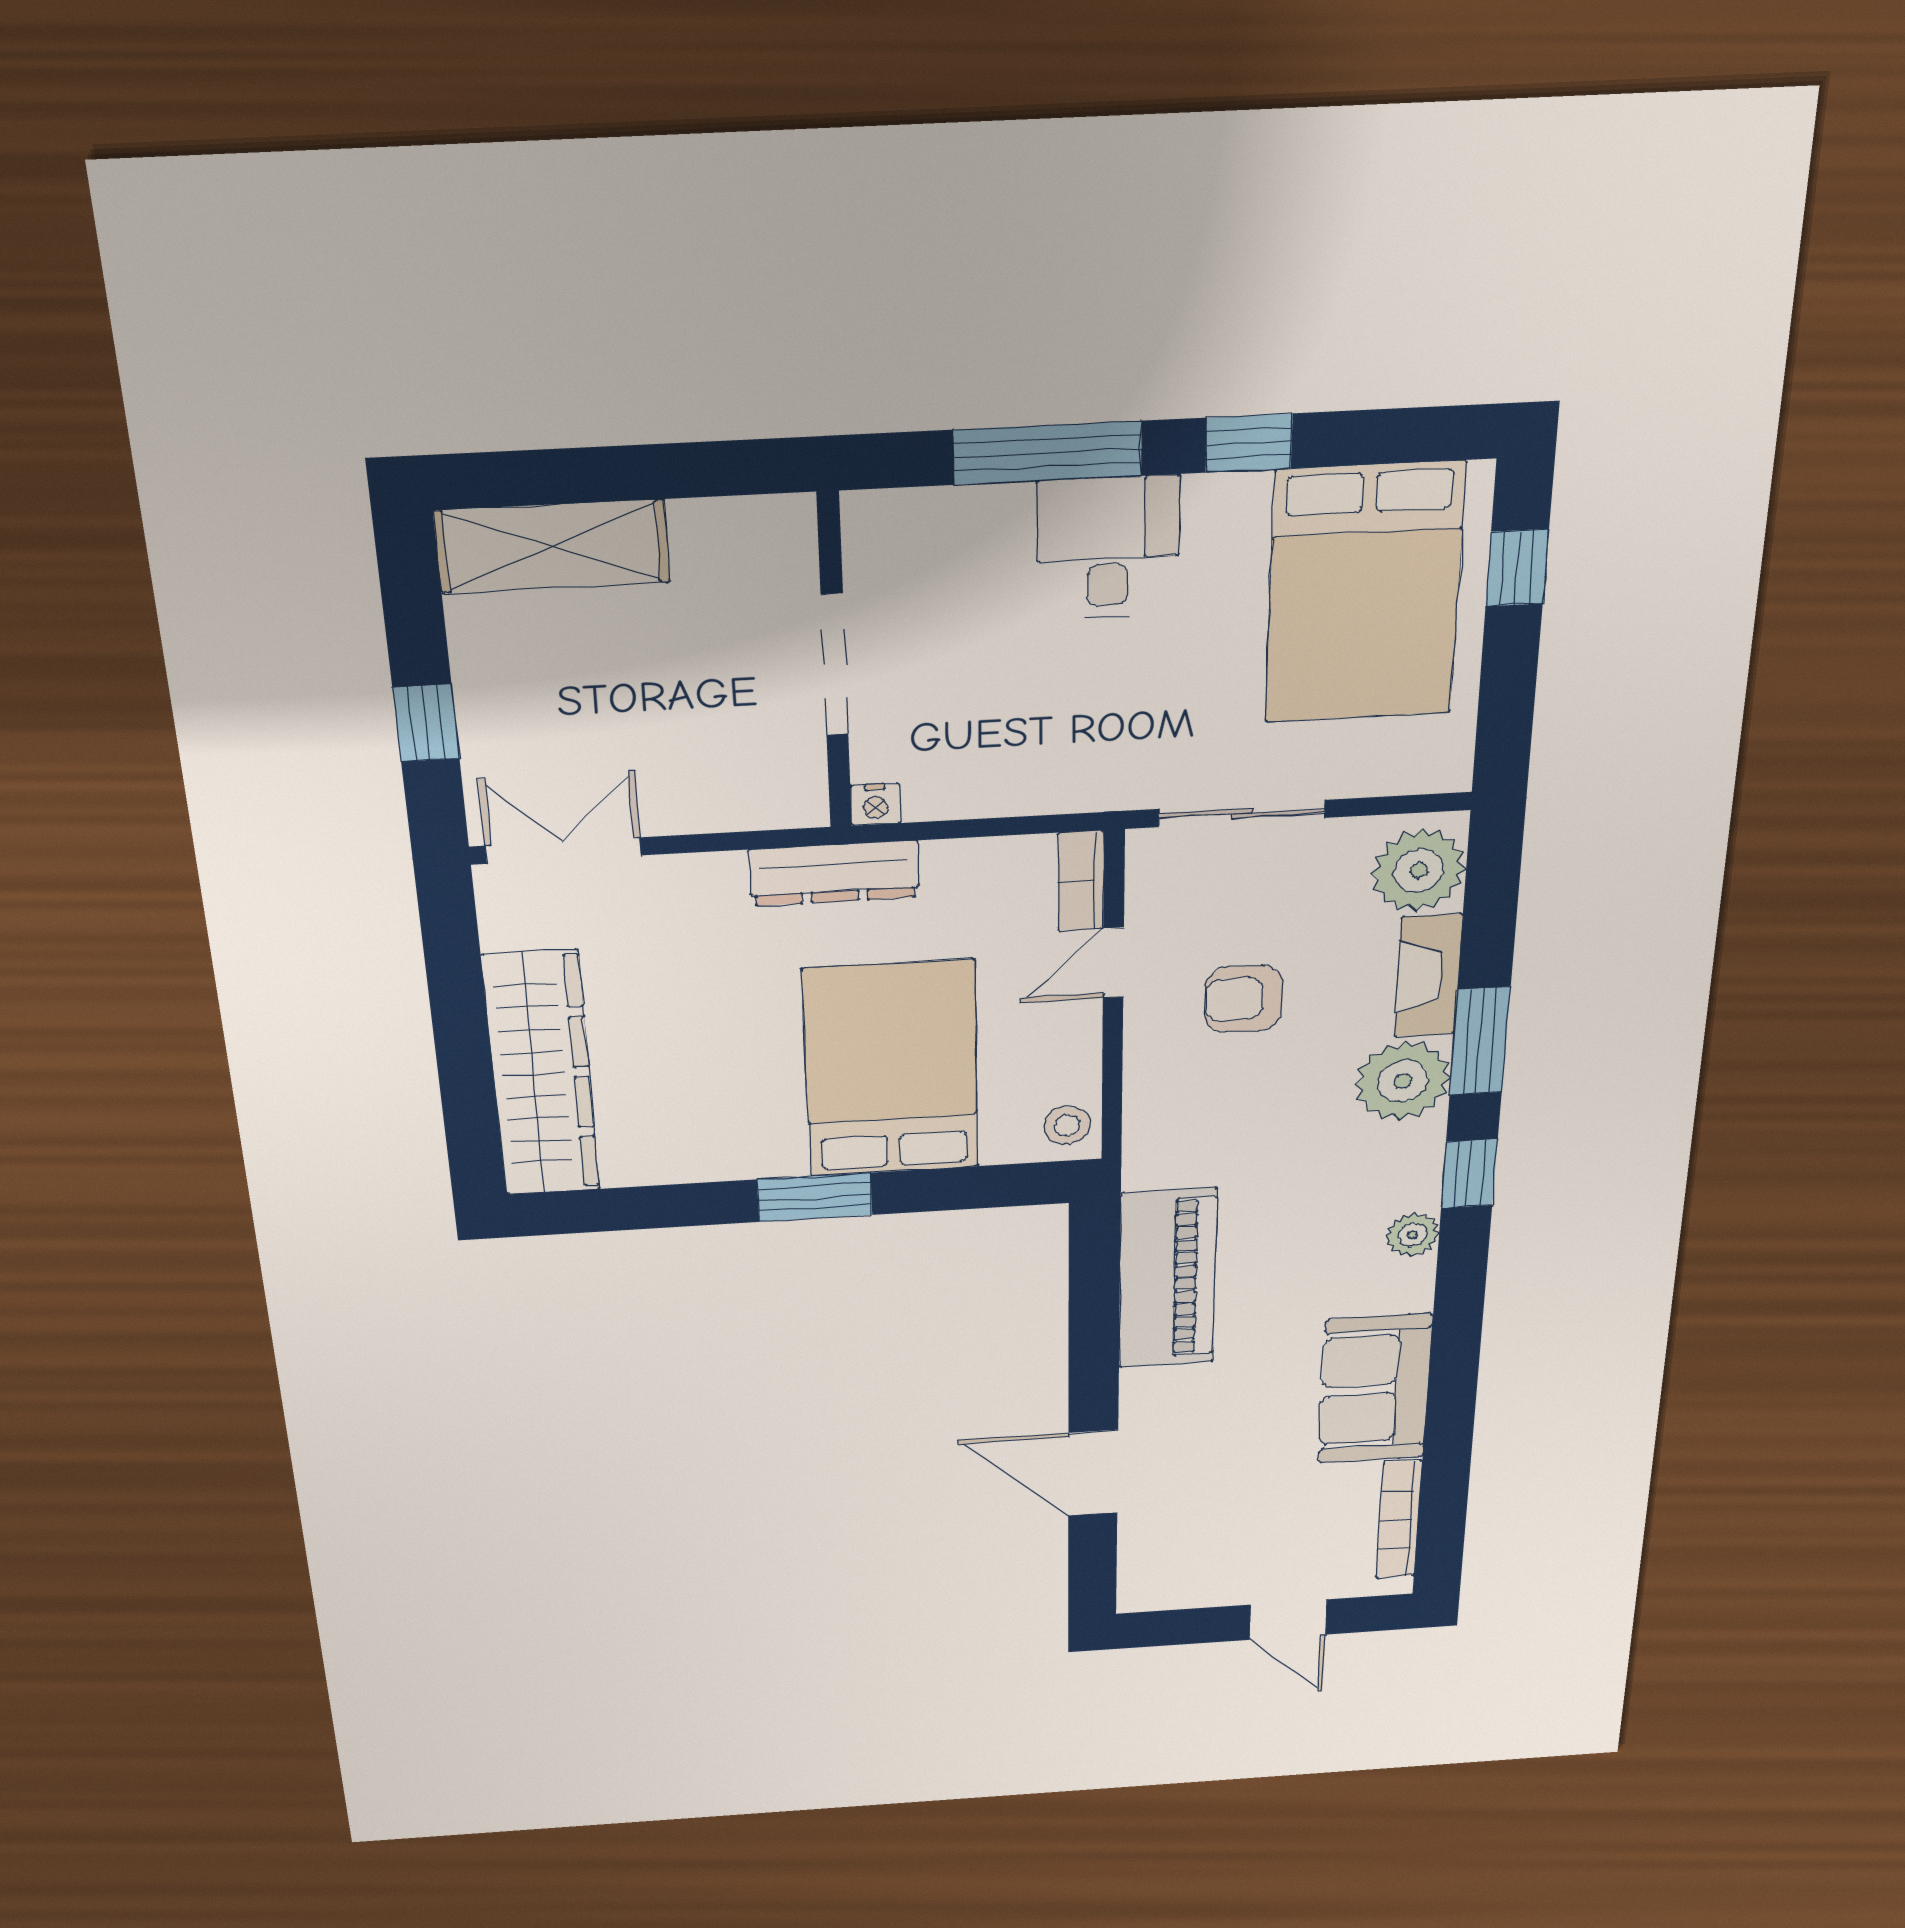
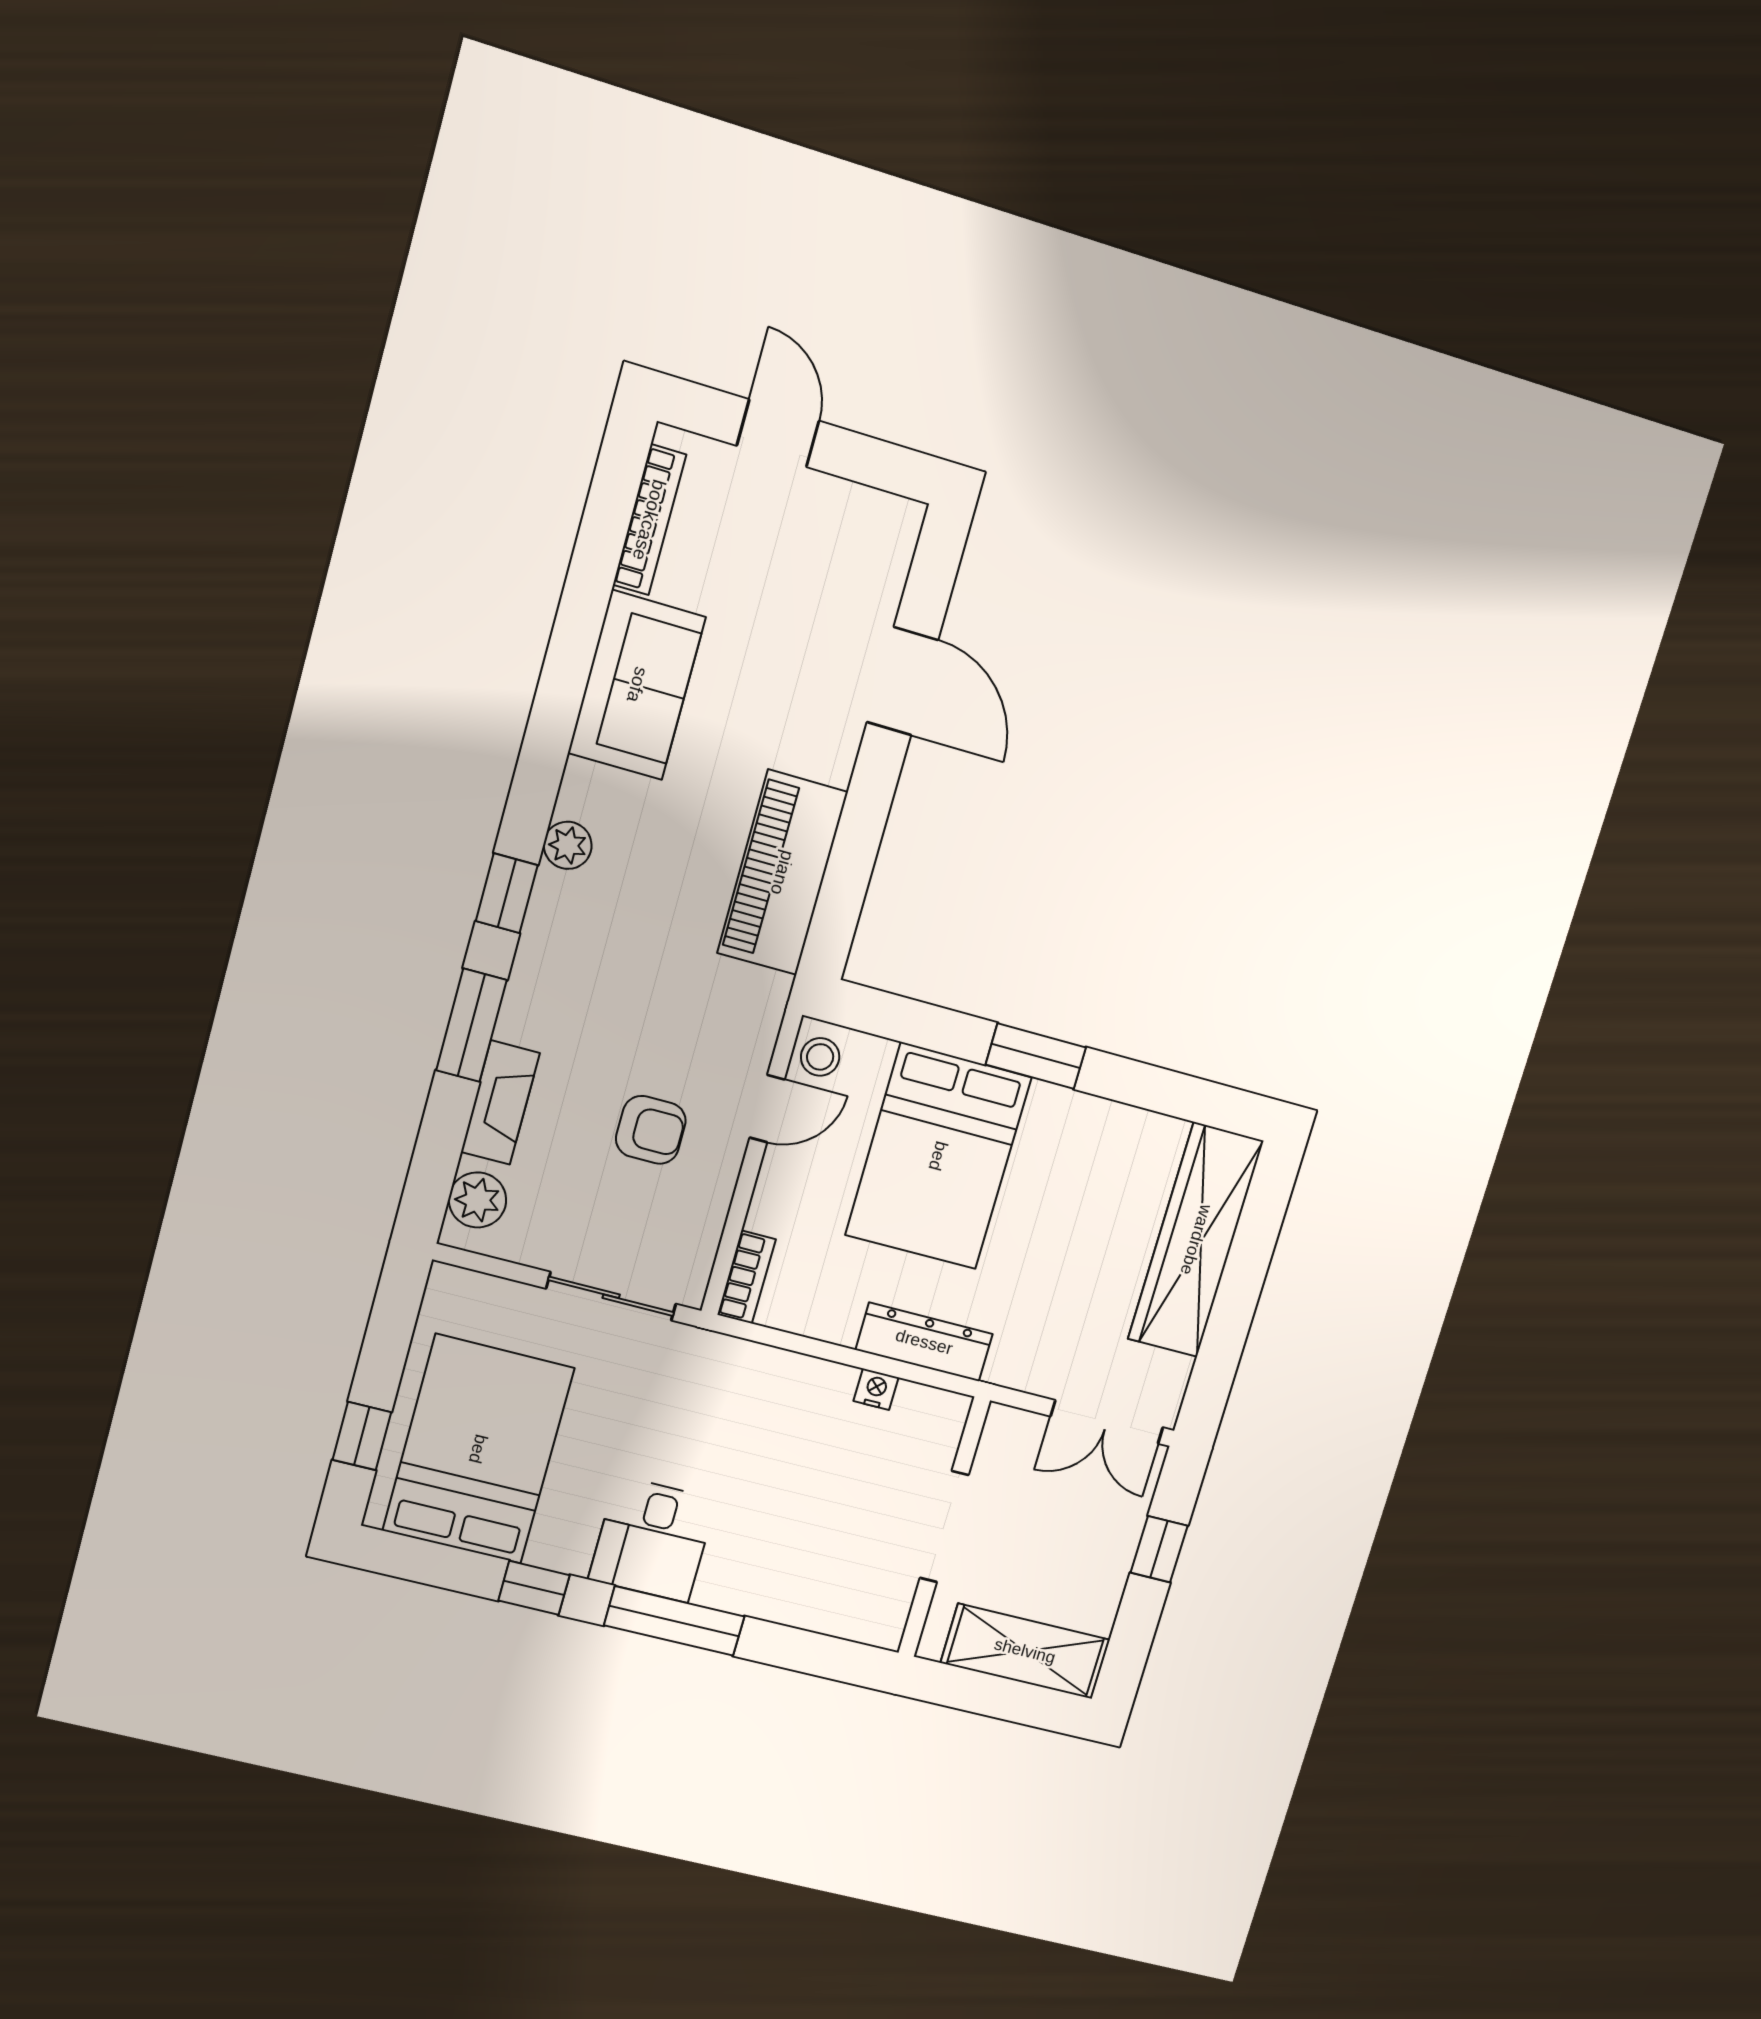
wall: (835, 664) -> (944, 1527), moved
doorway: (835, 665) -> (944, 1526), moved
plant: (1419, 870) -> (477, 1200), width x0.73, depth x0.73
door: (1113, 963) -> (767, 1109), moved
plant: (1403, 1081) -> (542, 1007), removed

